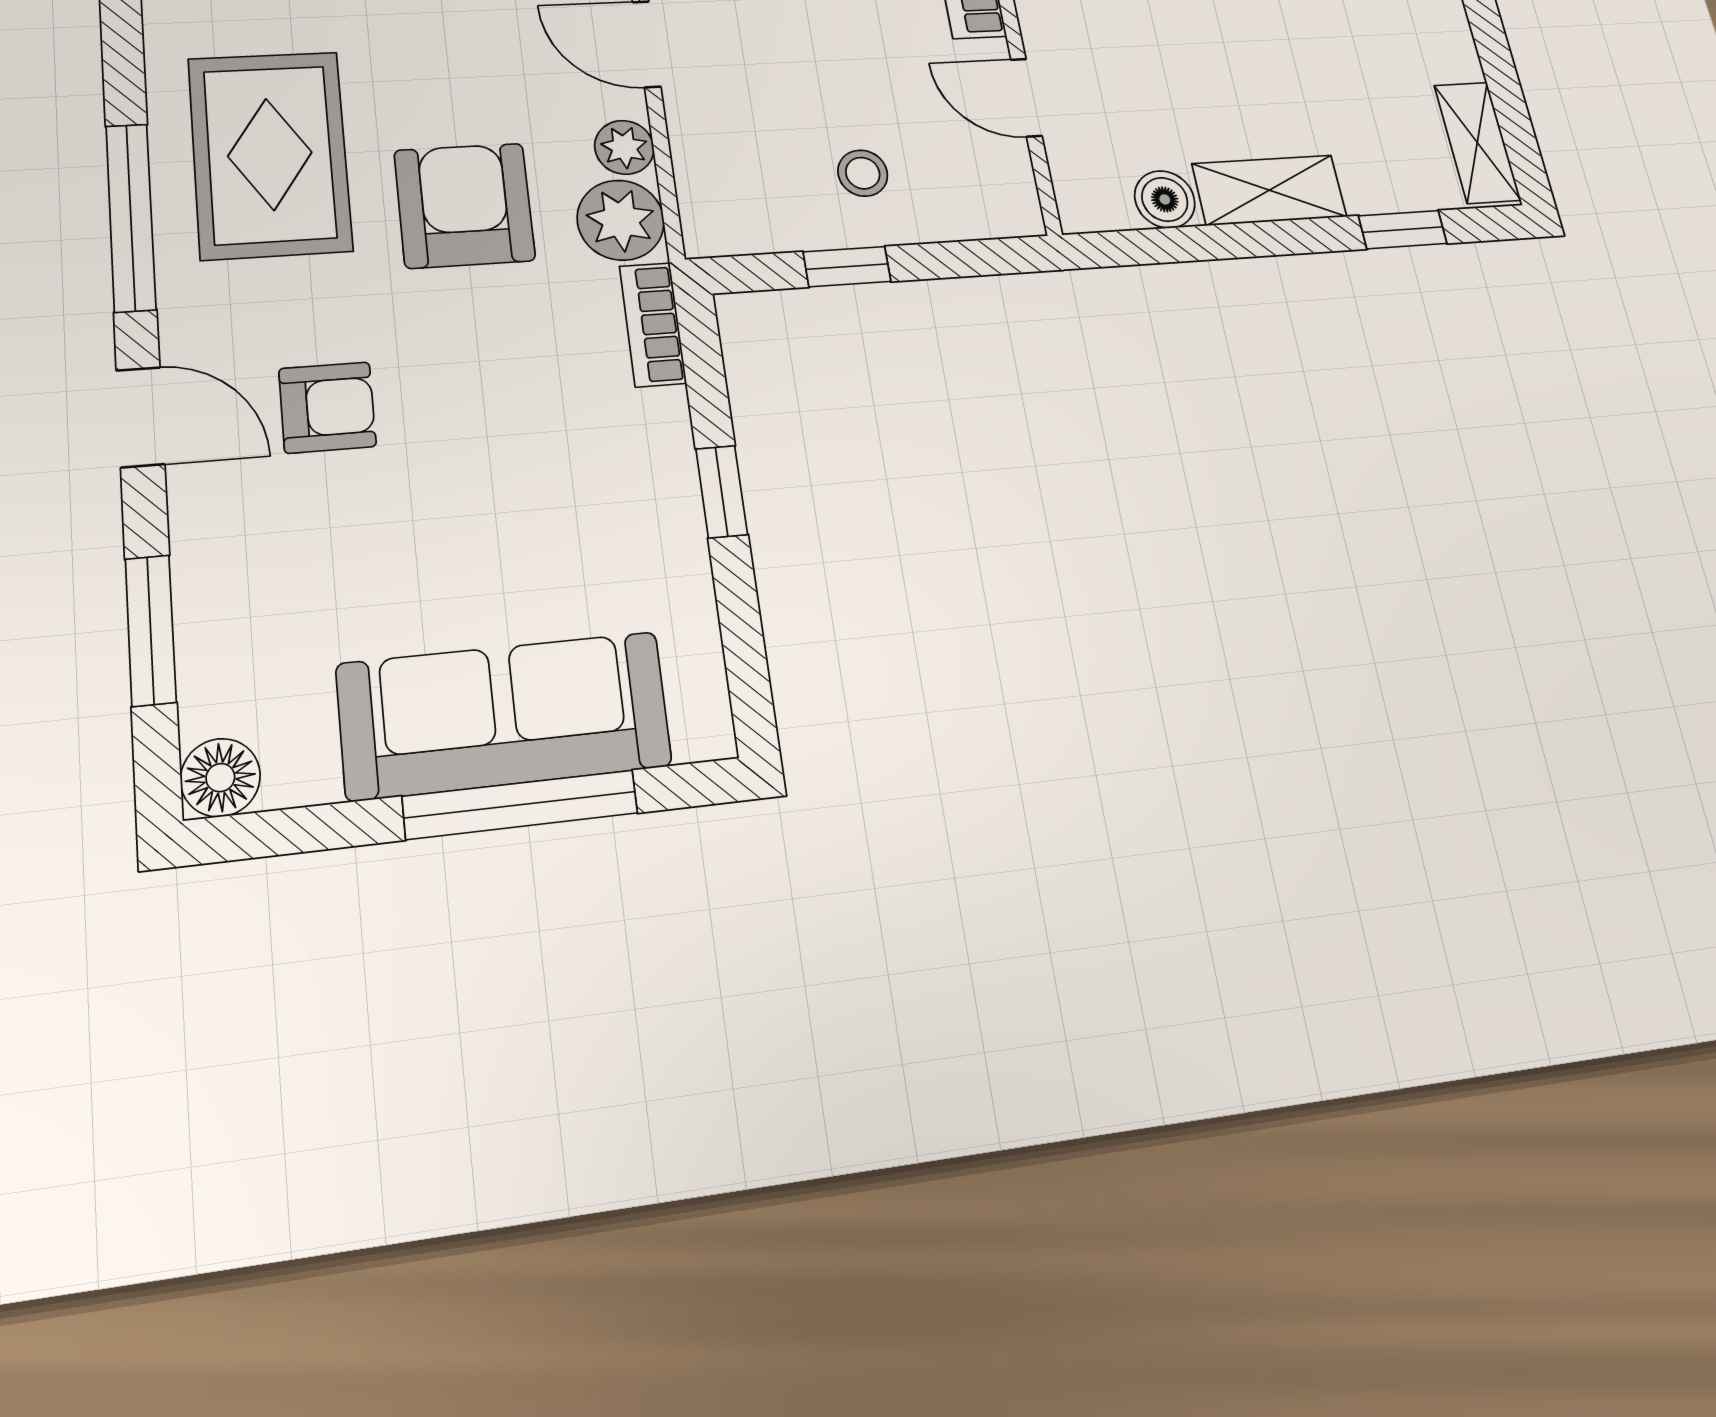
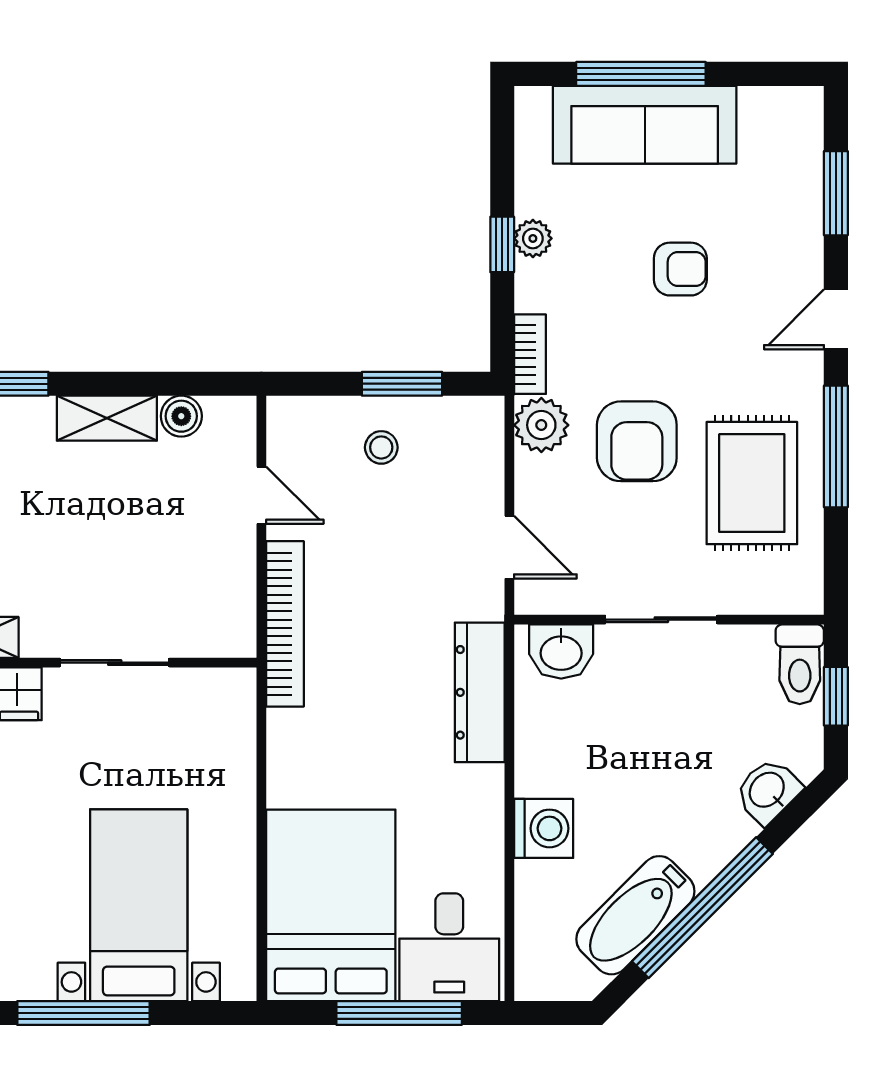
plant: (624, 147) -> (533, 238), moved
window: (847, 267) -> (402, 384), width x1.50
armchair: (327, 407) -> (680, 269), moved, turned 180
door: (140, 417) -> (836, 319), hinge flipped
floor lamp: (220, 778) -> (803, 107), removed

